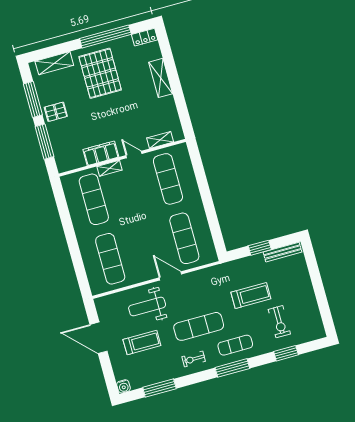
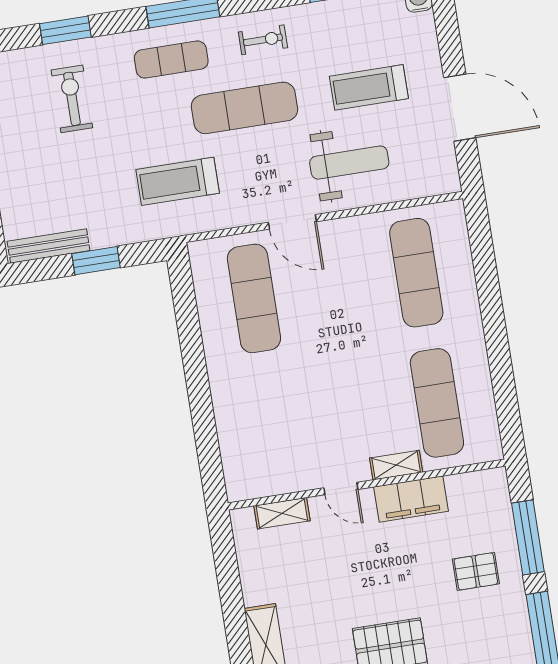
pallet: (56, 112) -> (476, 571), moved
exercise mat: (168, 179) -> (275, 429), removed
treadmill: (251, 296) -> (178, 181), moved

